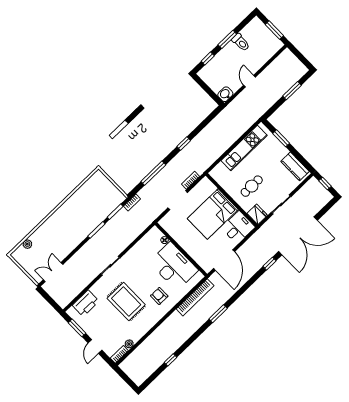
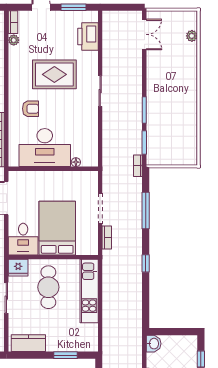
kitchen unit: (244, 148) -> (89, 291), moved
cafe table: (252, 186) -> (48, 287), width x1.37, depth x1.35

